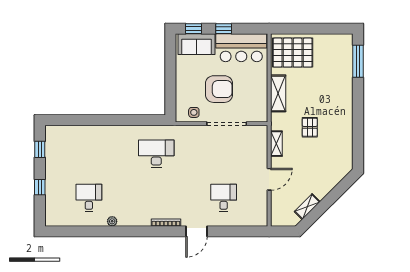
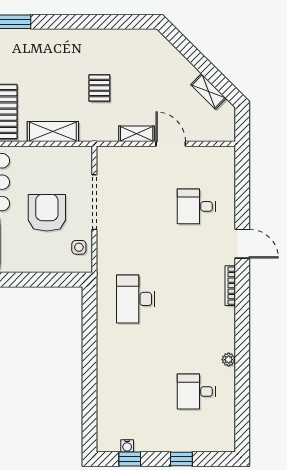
pallet: (310, 127) -> (99, 88), turned 90
shelving: (276, 144) -> (137, 134), moved
water cooler: (49, 147) -> (127, 446), added

